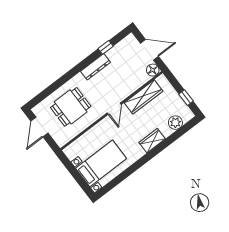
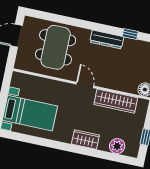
dining table: (71, 107) -> (56, 47), width x1.38
door: (114, 109) -> (85, 85), swing flipped

